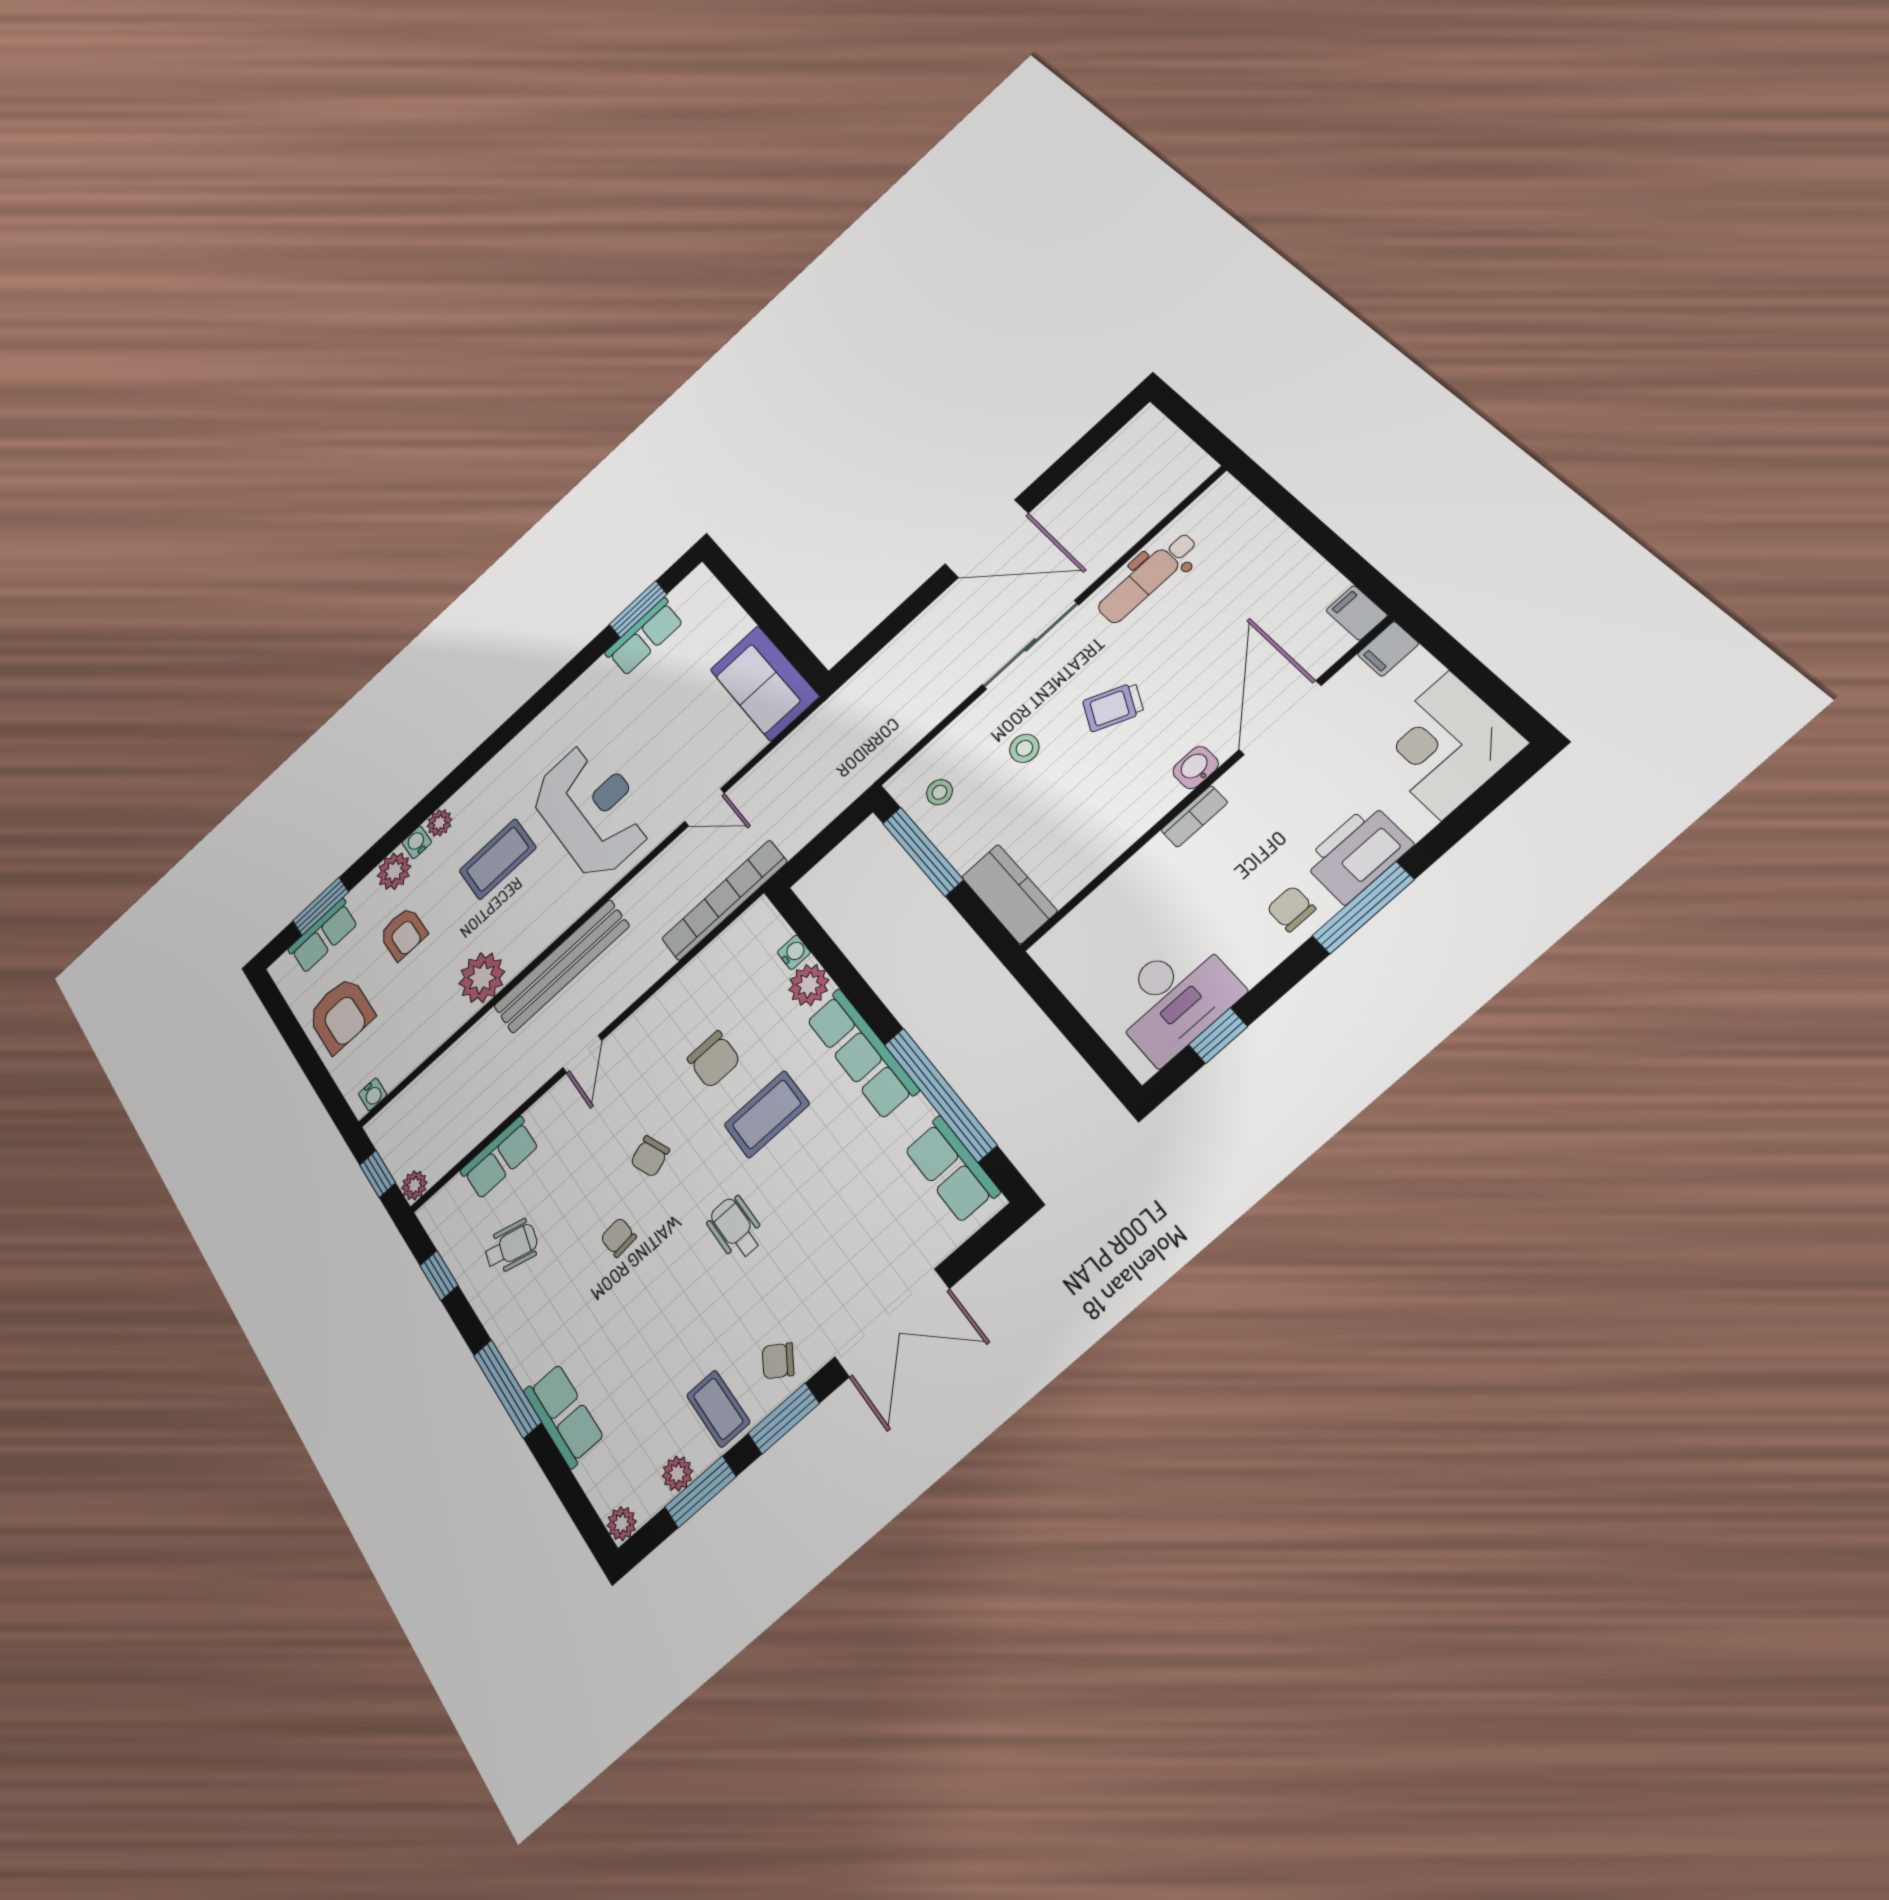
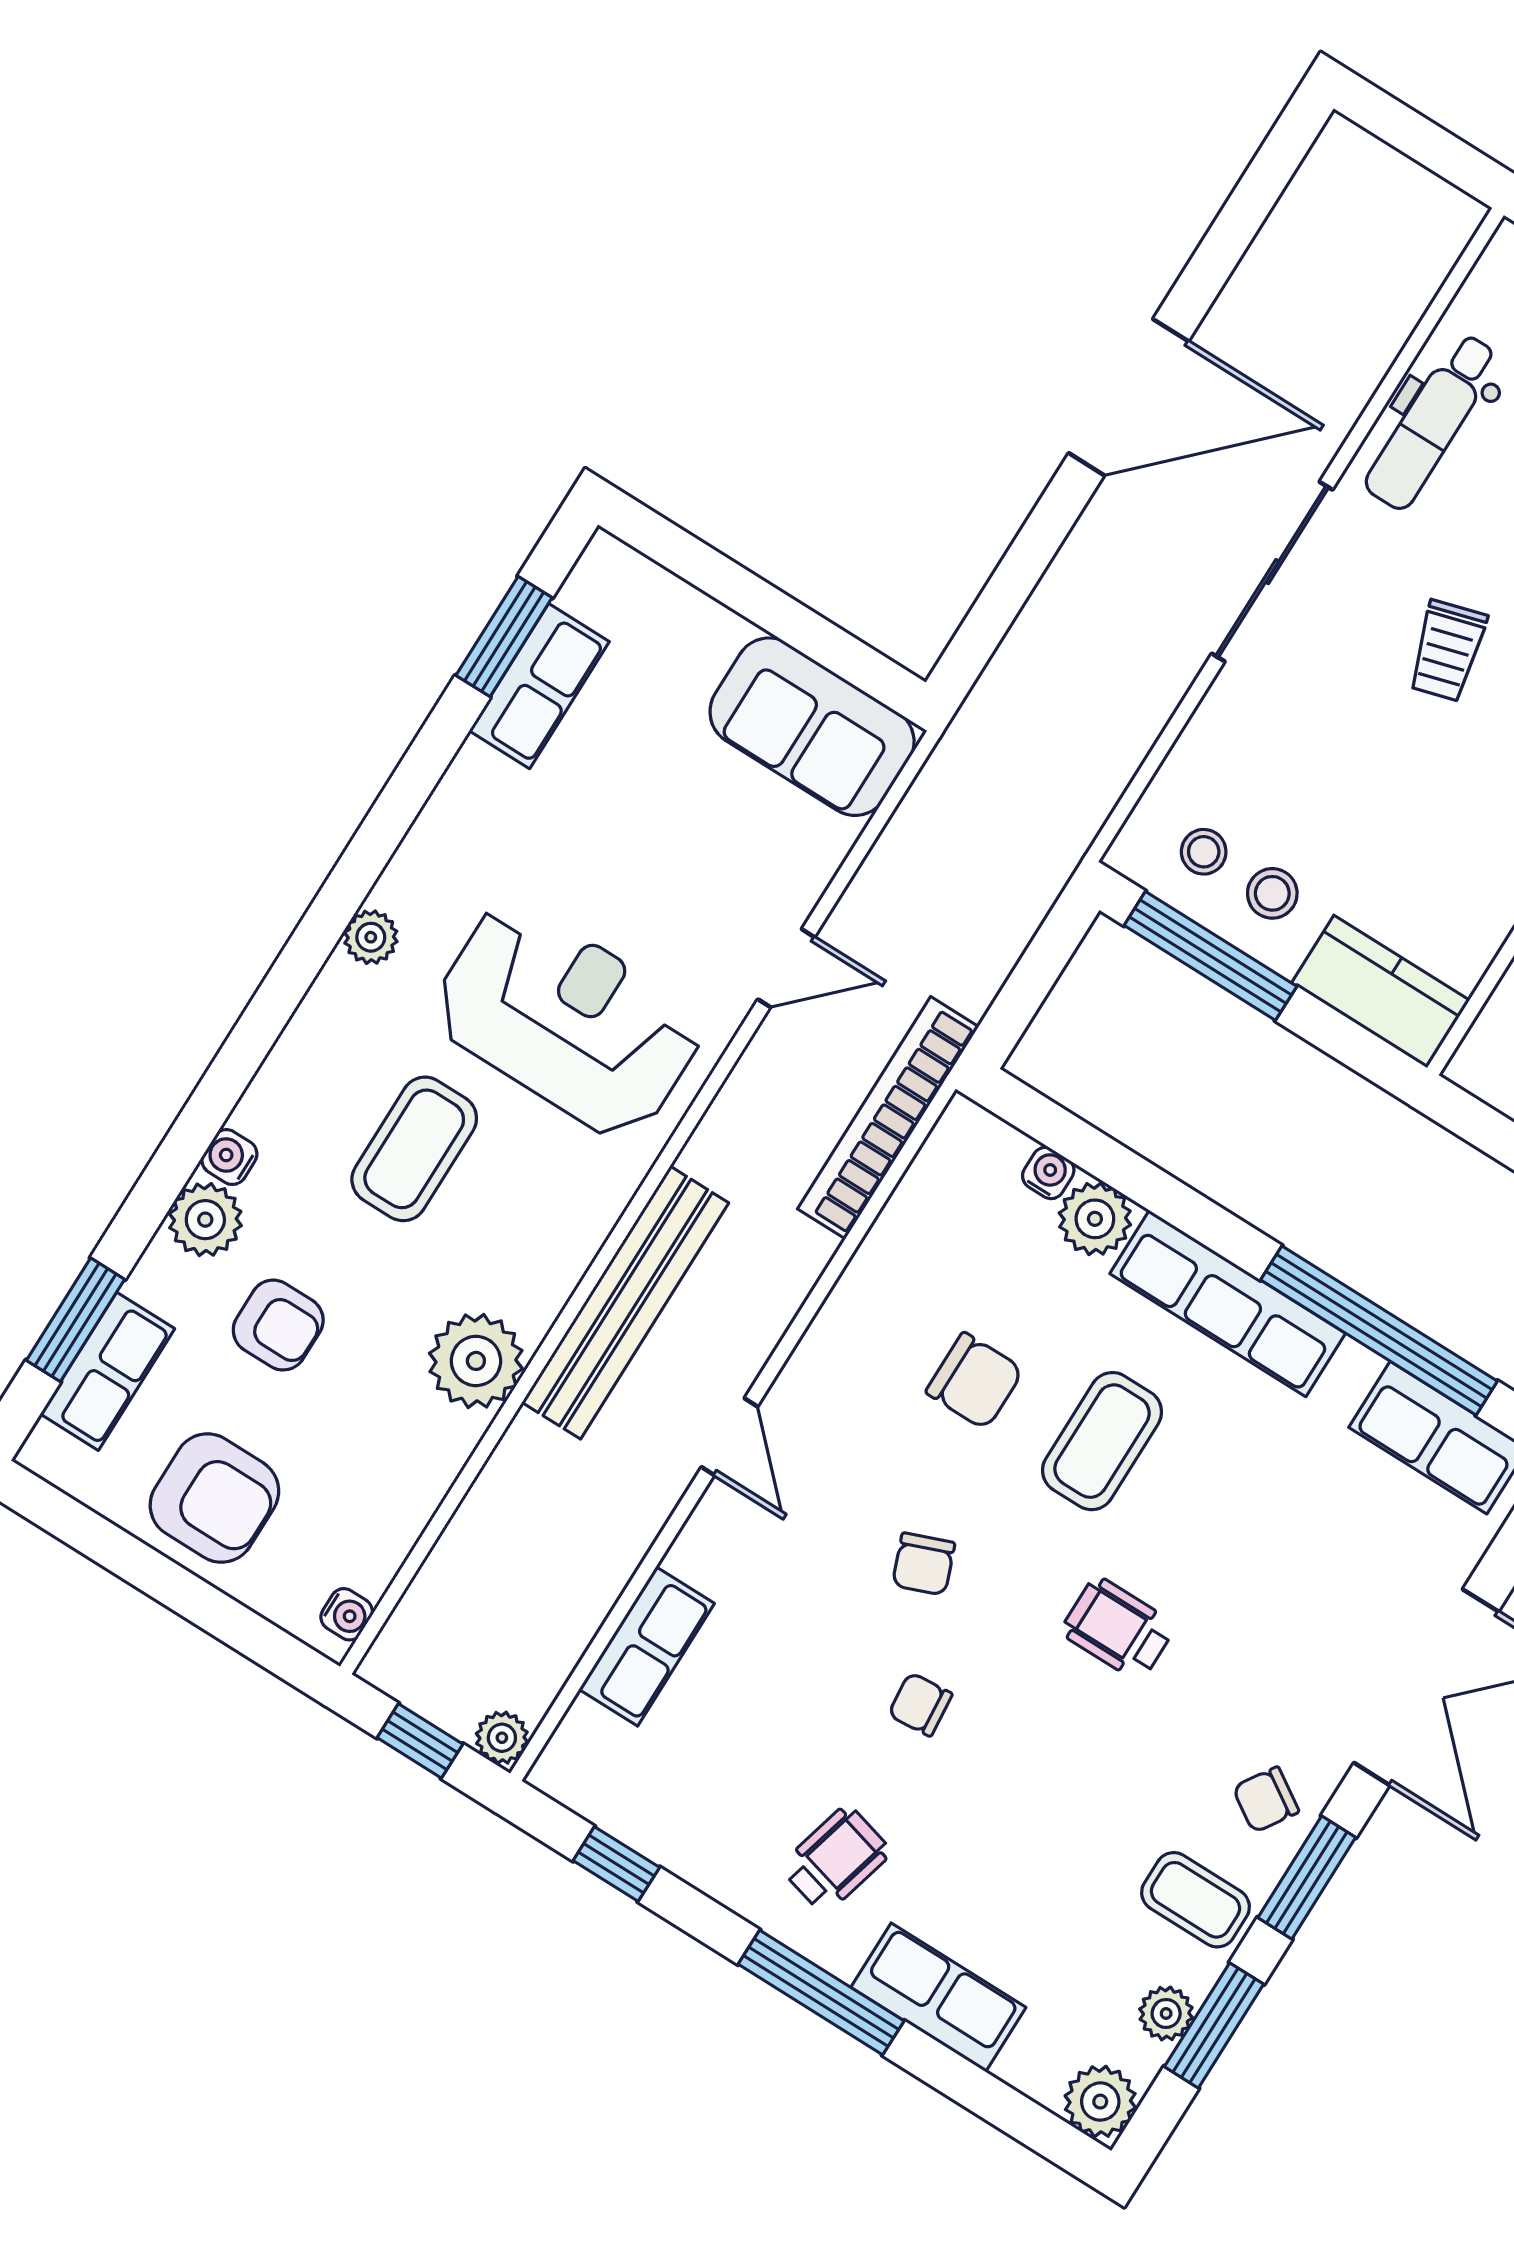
trolley: (1113, 707) -> (1447, 651), turned -41
stool: (1024, 748) -> (1272, 893), moved
plant: (439, 823) -> (371, 937), moved
wheelchair: (511, 1247) -> (836, 1859), moved
plant: (622, 1523) -> (1100, 2102), width x1.38, depth x1.38

